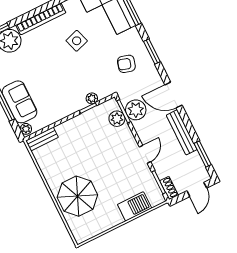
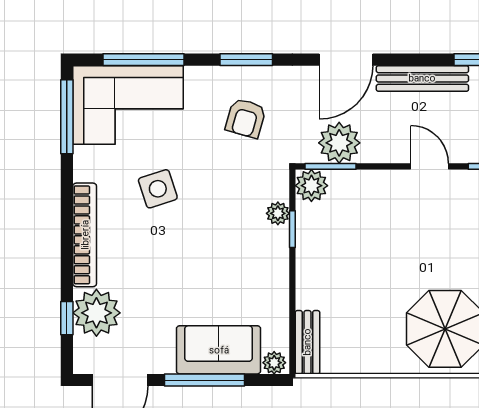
plant: (117, 119) -> (311, 186), moved

